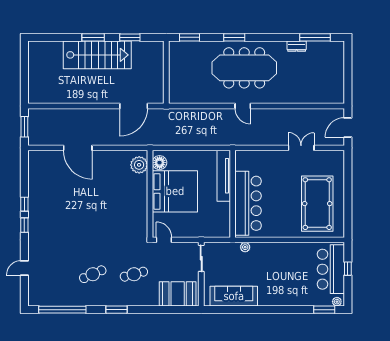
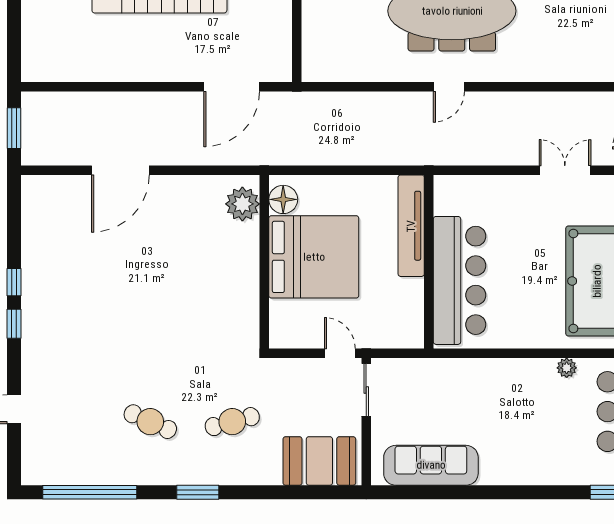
door: (243, 106) -> (449, 87), hinge flipped
door: (78, 148) -> (120, 170), hinge flipped
door: (164, 240) -> (340, 353), moved
plant: (245, 247) -> (567, 368), moved
cafe table: (93, 274) -> (150, 422), turned 48

